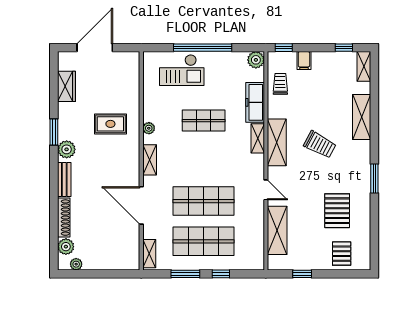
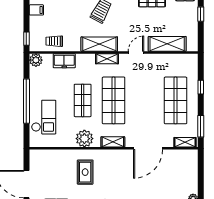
filing cabinet: (304, 61) -> (36, 10), moved
freezer: (255, 102) -> (64, 61), width x0.71
plant: (149, 128) -> (84, 139), width x1.88, depth x1.88
shelving: (258, 138) -> (107, 59), moved
shop shelf: (204, 201) -> (114, 100), moved
window: (185, 274) -> (201, 126), moved
window: (302, 274) -> (201, 14), moved

